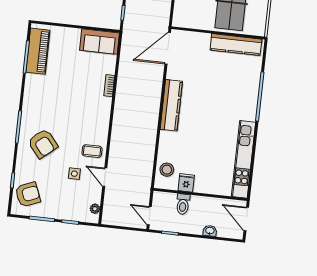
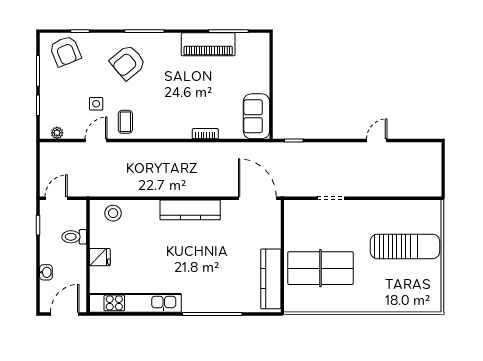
piano: (38, 51) -> (208, 44), moved
fridge: (186, 183) -> (100, 257), moved

